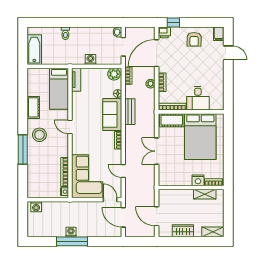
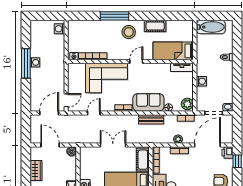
door: (157, 53) -> (207, 145), hinge flipped
corner sofa: (87, 176) -> (106, 78), moved
boiler: (163, 194) -> (72, 151), added
door: (157, 216) -> (50, 145), hinge flipped

